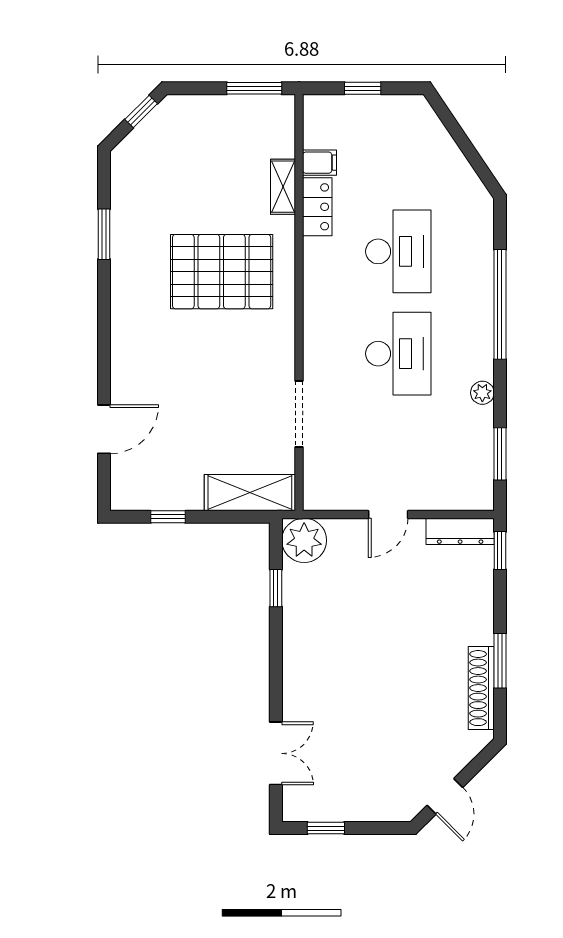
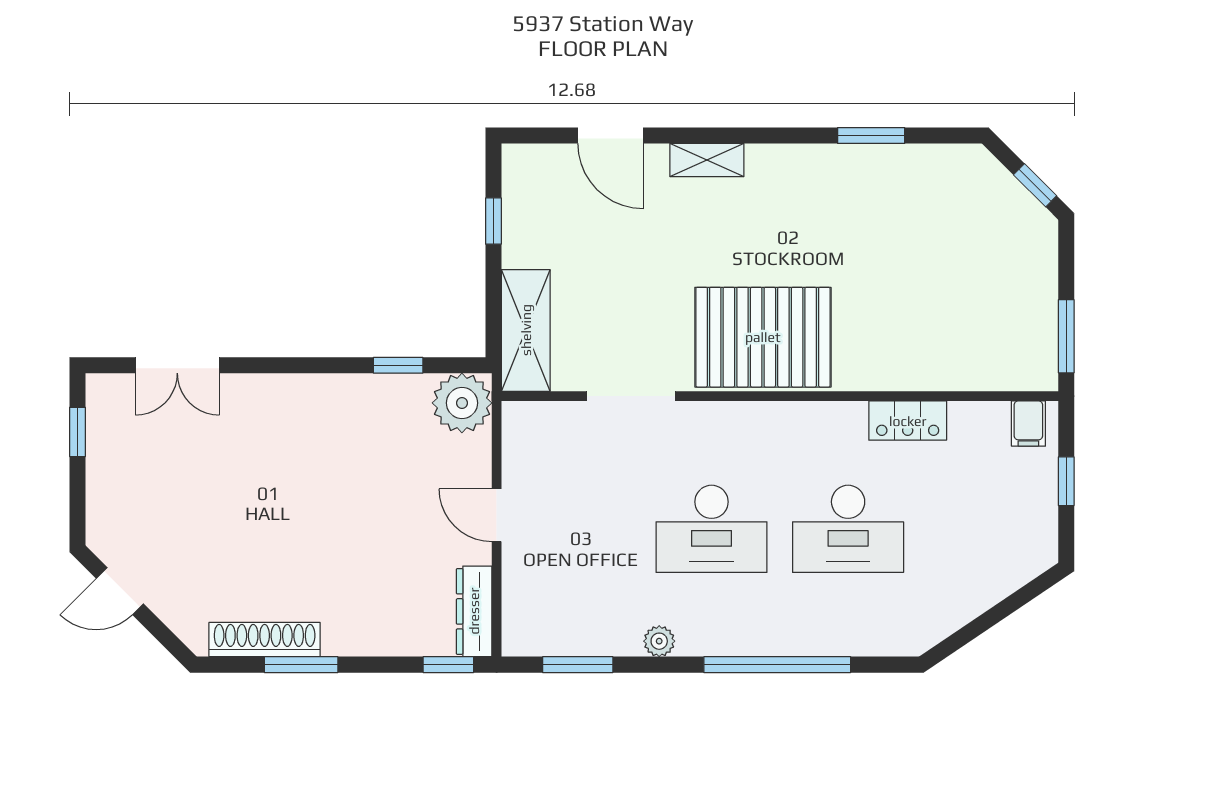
filing cabinet: (320, 163) -> (1028, 424), moved
shelving: (283, 187) -> (707, 160), moved
pallet: (222, 272) -> (763, 337), moved, turned 90

